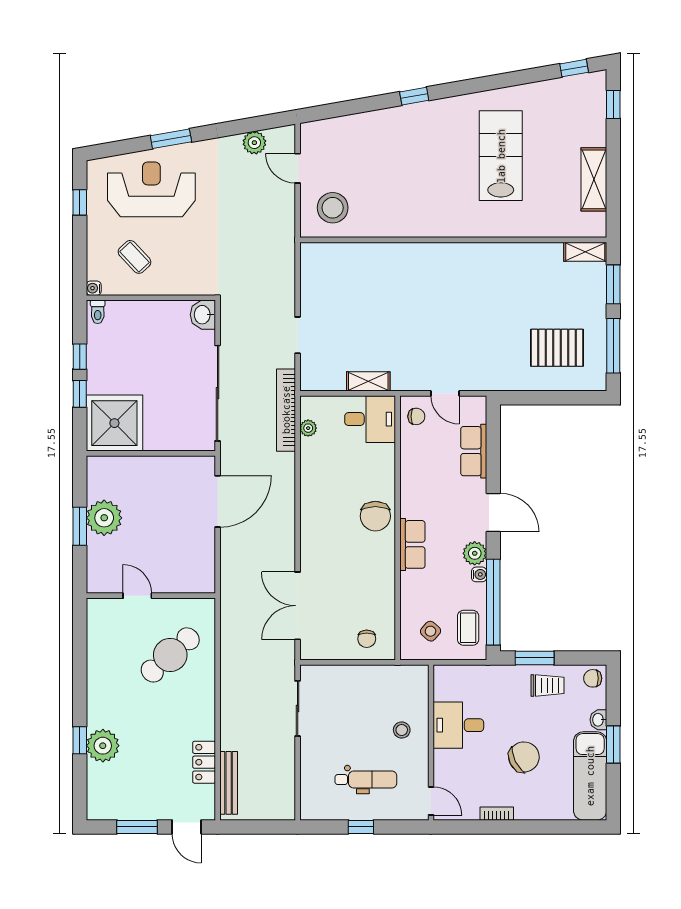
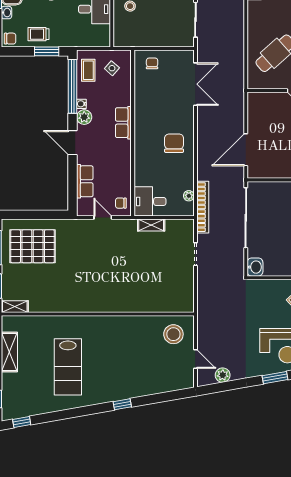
pallet: (557, 348) -> (32, 246), width x1.37, depth x1.41
chair: (375, 516) -> (174, 143), moved

